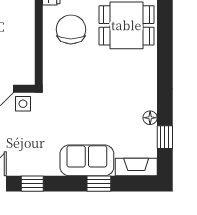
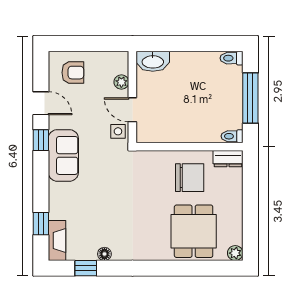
sofa: (87, 160) -> (63, 155), moved
window: (99, 184) -> (41, 224), moved

